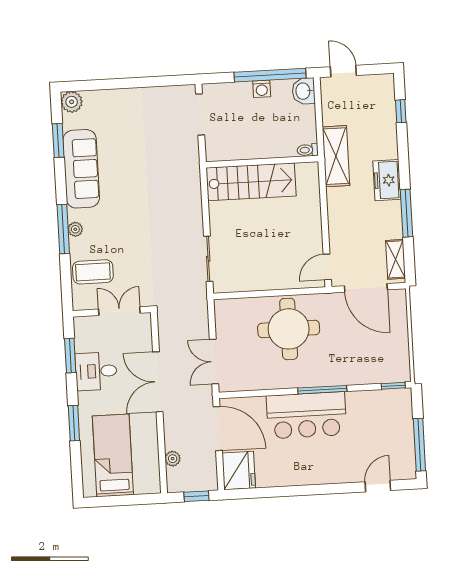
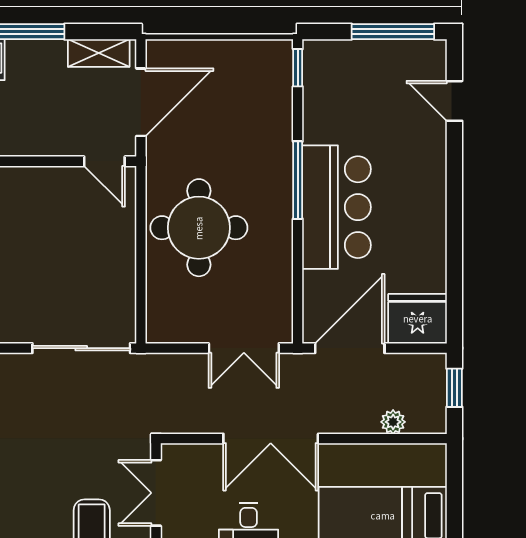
sliding door: (208, 259) -> (81, 348), width x1.37

